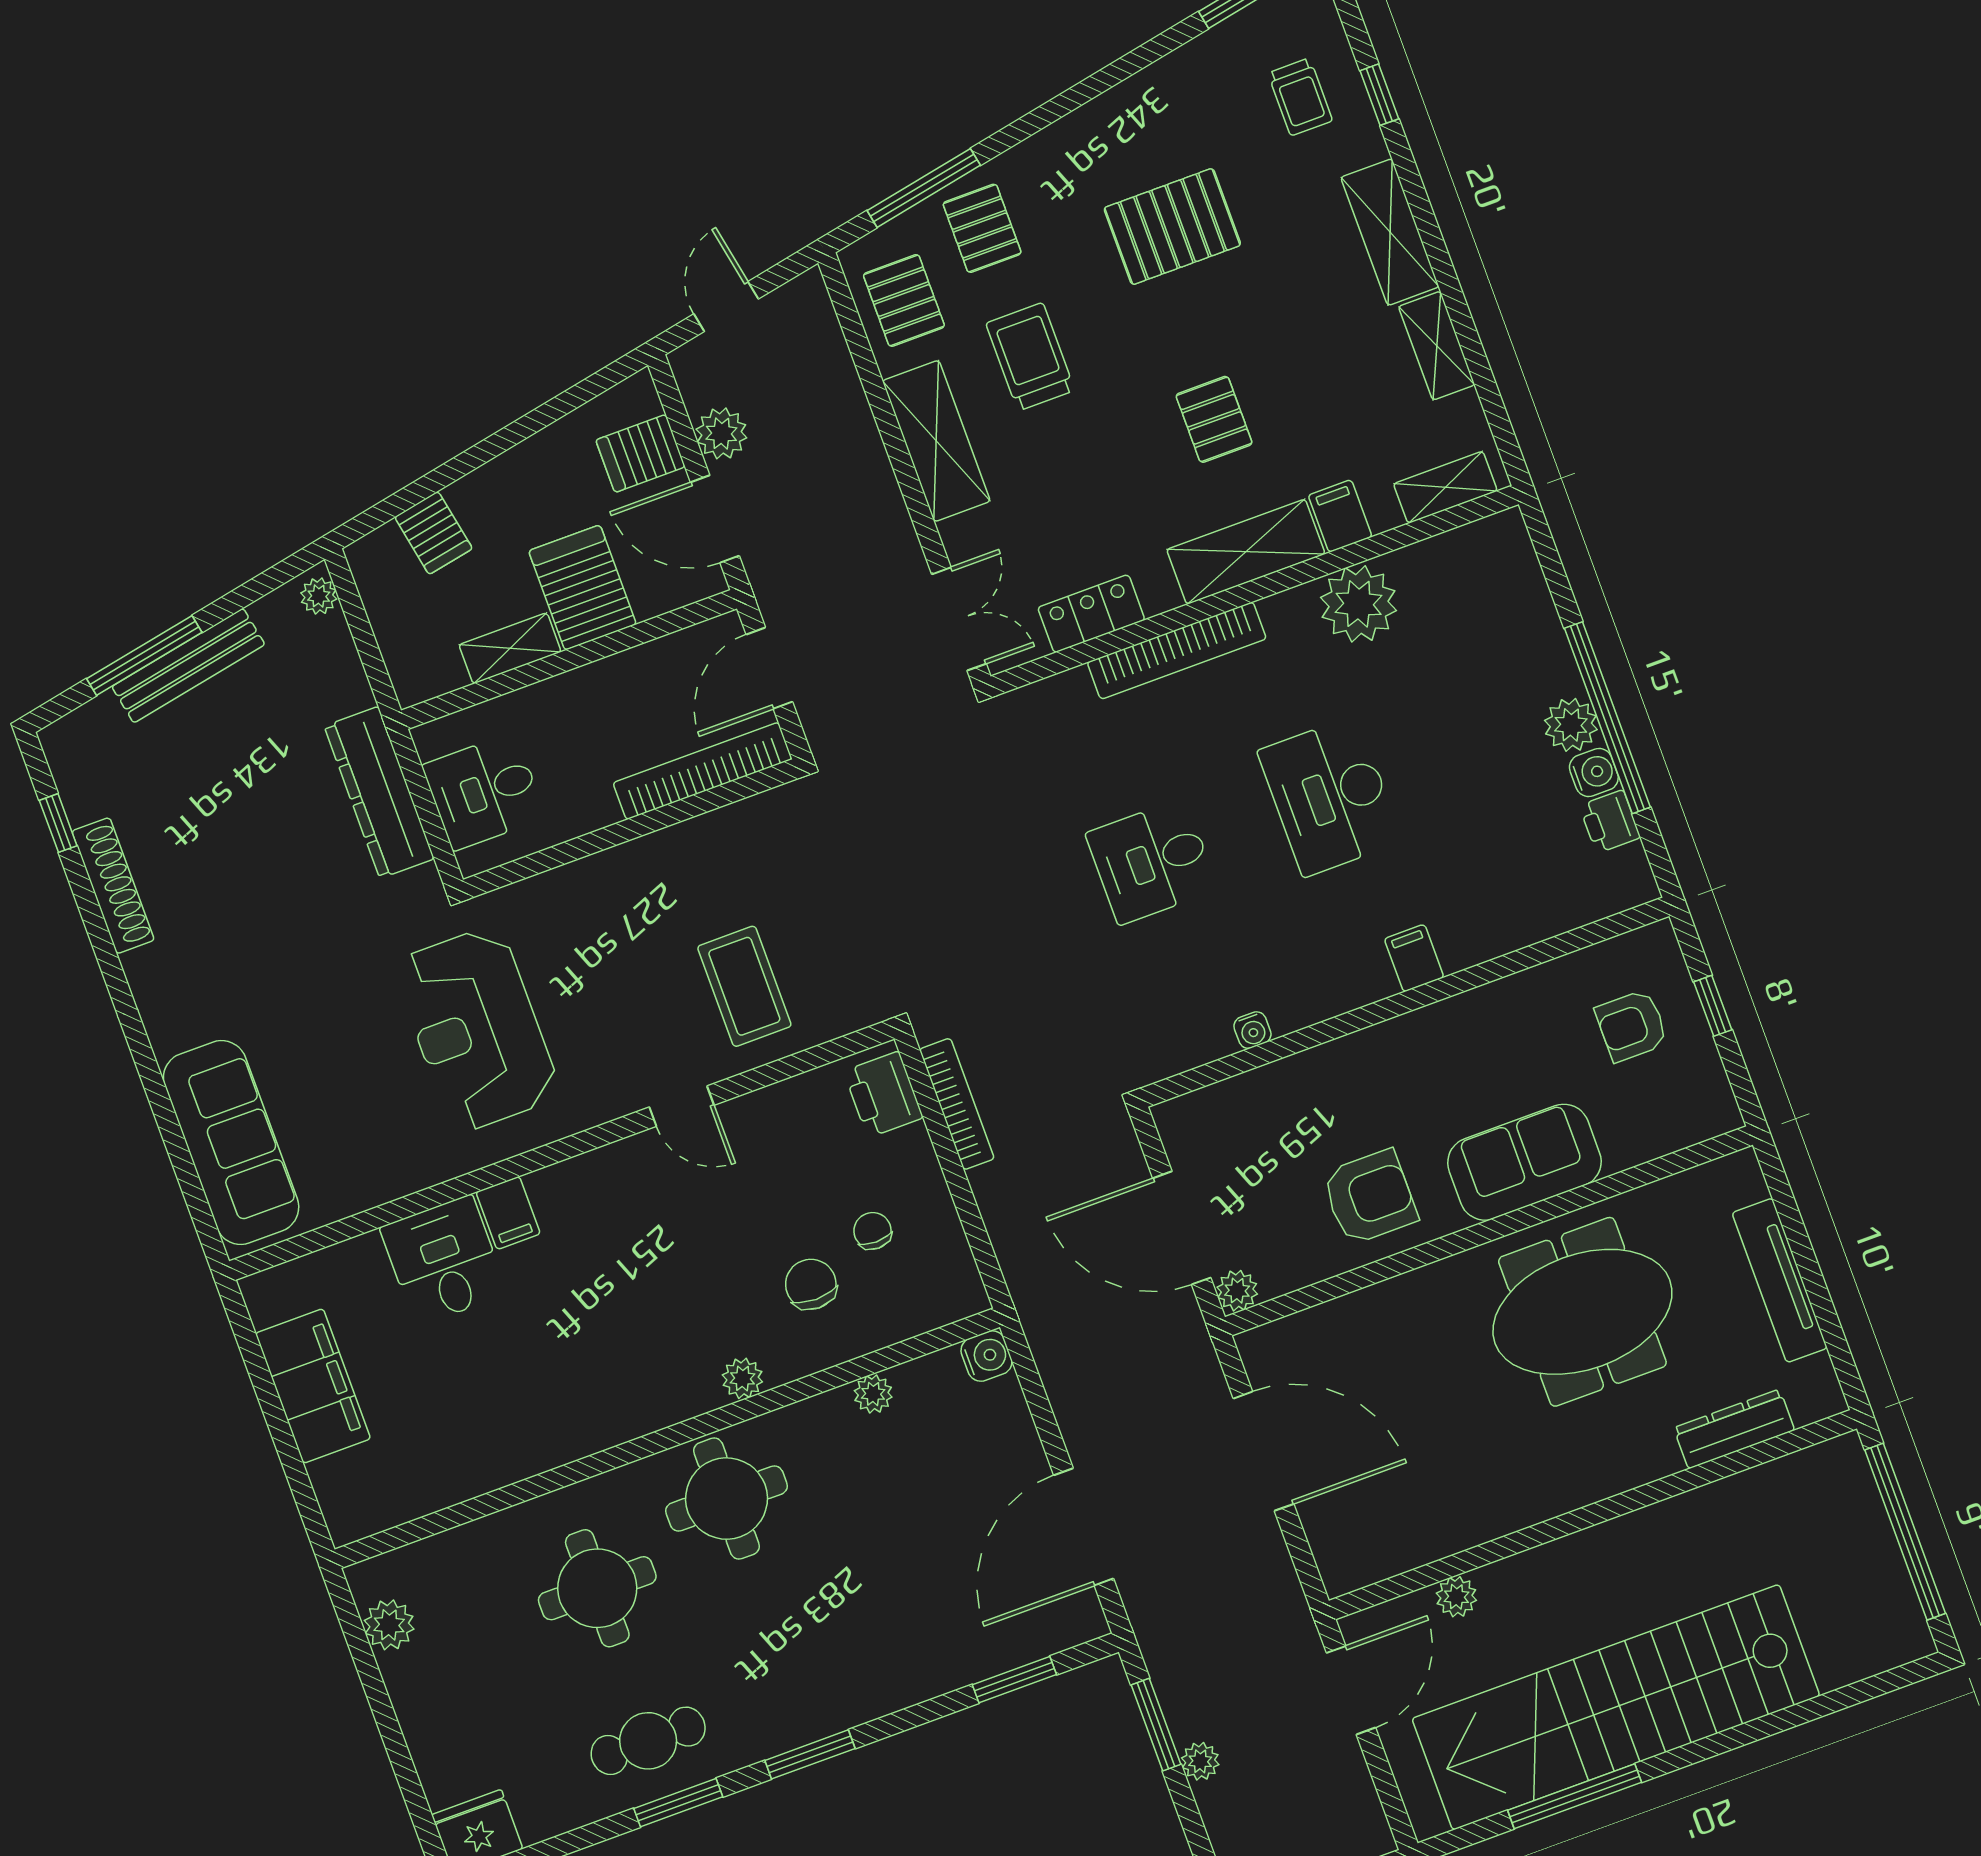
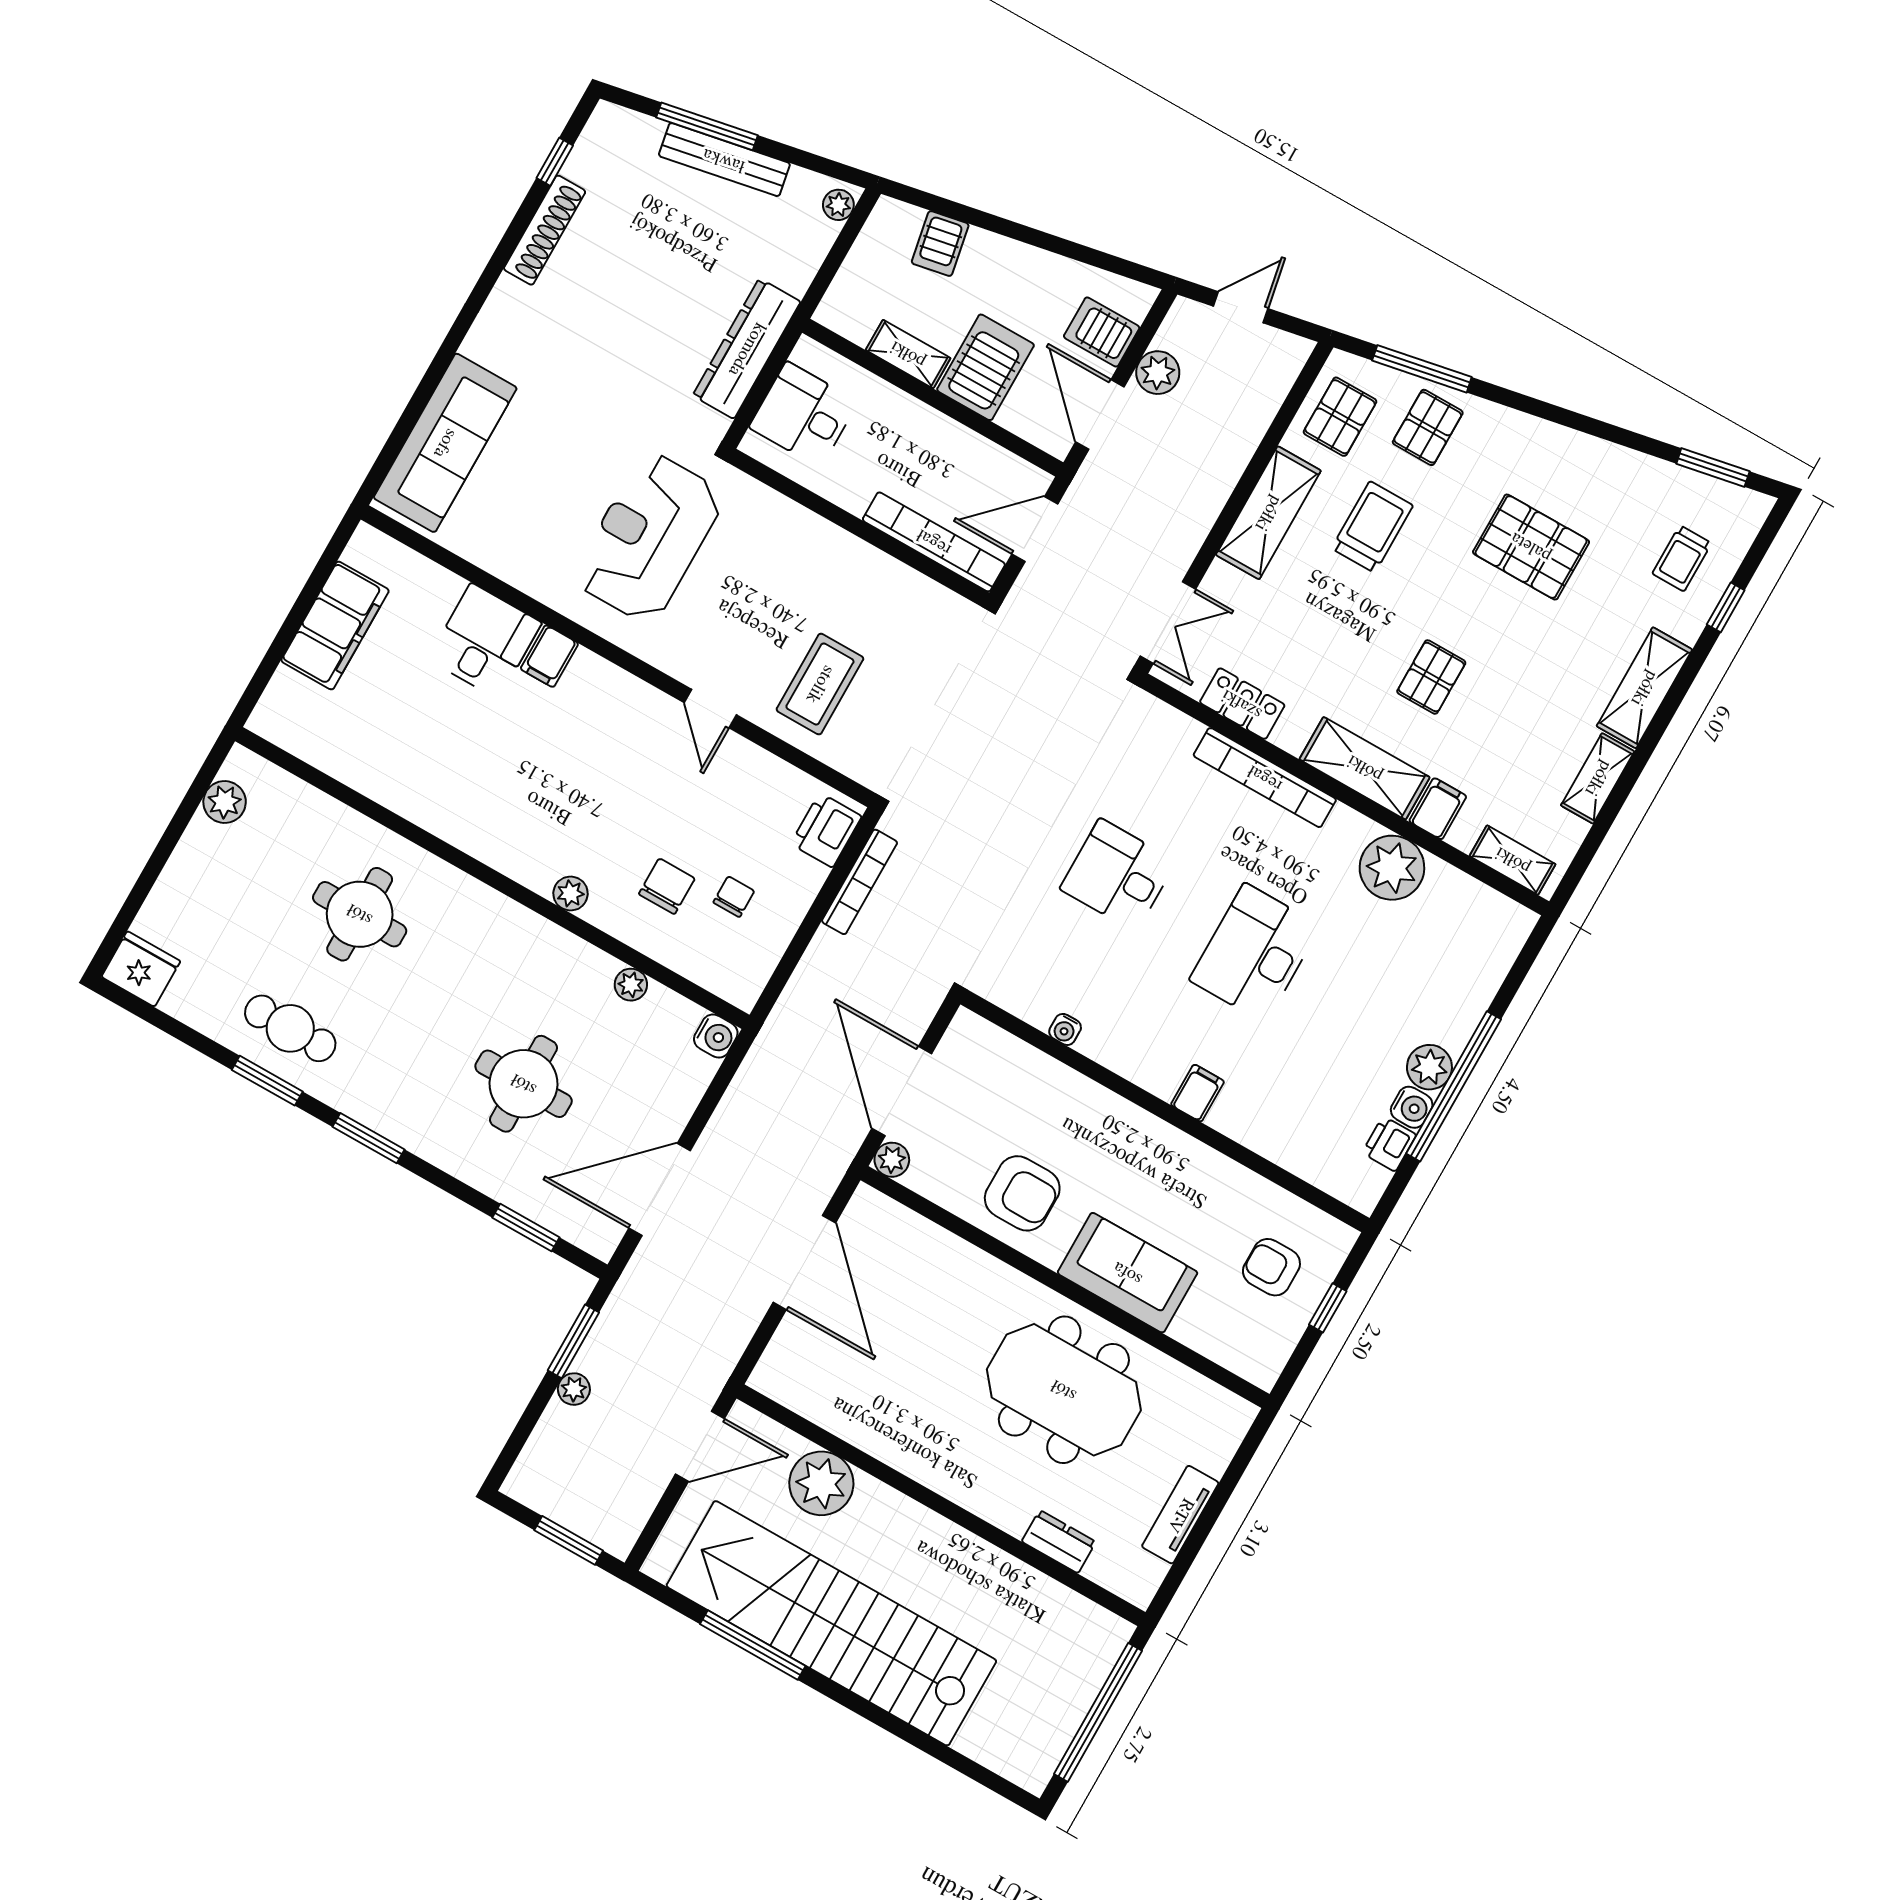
tv unit: (1780, 1280) -> (1180, 1515), width x0.71
dresser: (1734, 1429) -> (1059, 1542), width x0.70
round table: (727, 1499) -> (524, 1084), moved
plant: (1456, 1597) -> (821, 1483), width x1.88, depth x1.88

